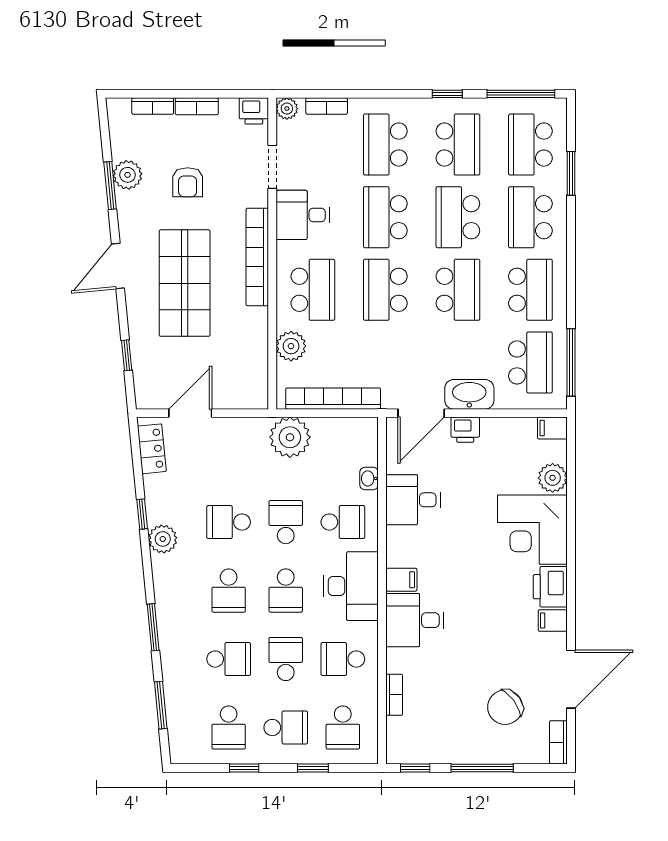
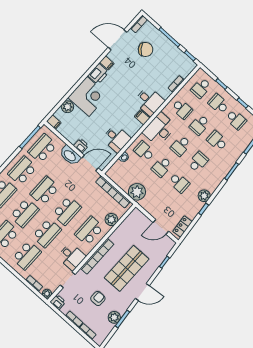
school desk: (286, 591) -> (181, 146), turned 180
school desk: (229, 728) -> (236, 120), turned 90
school desk: (343, 728) -> (201, 88), turned 180

